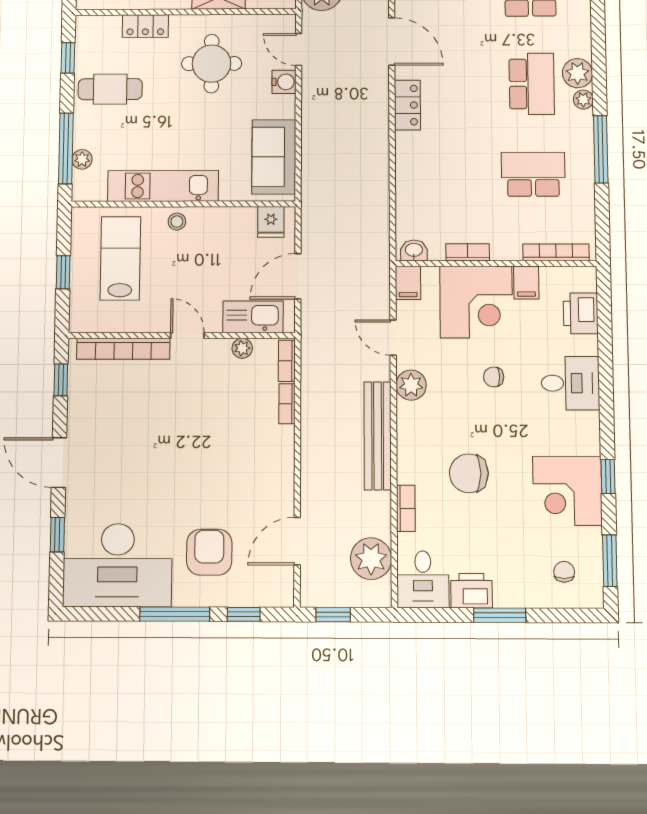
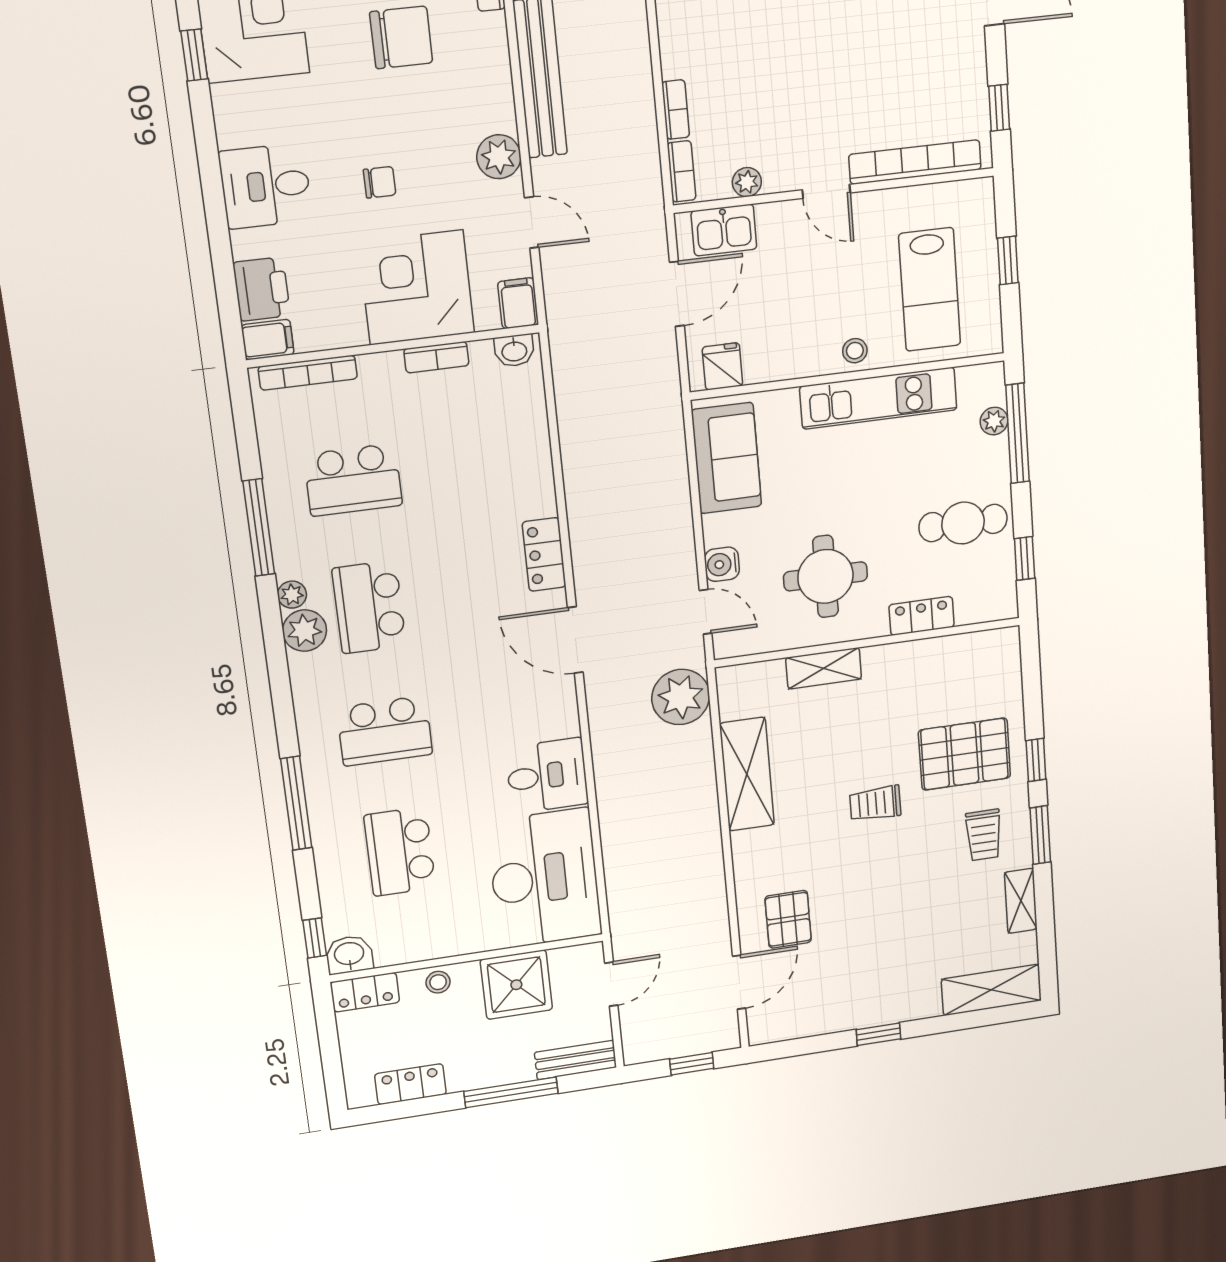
filing cabinet: (526, 283) -> (268, 340), moved, turned 90
kitchen sink: (253, 317) -> (724, 230), width x0.73

